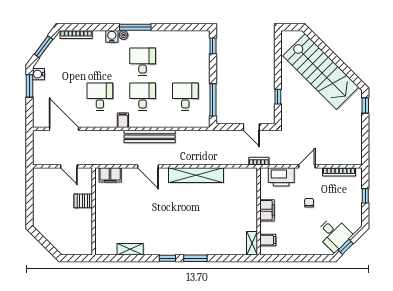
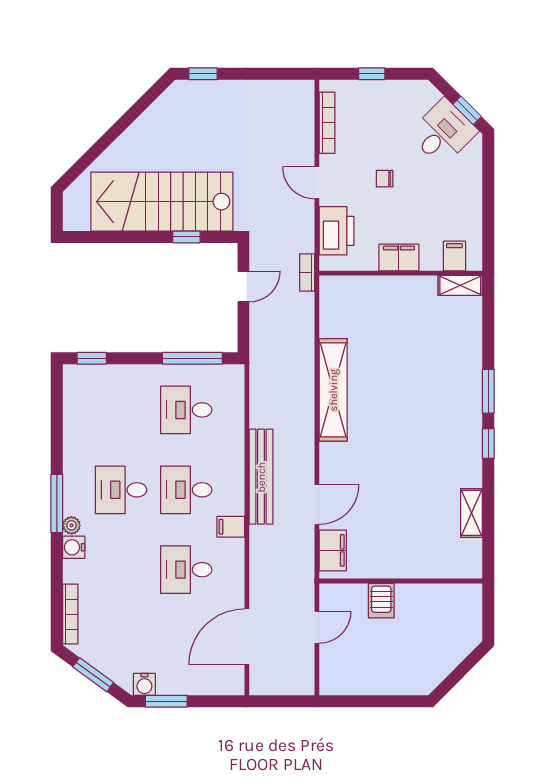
stairs: (321, 72) -> (162, 202), moved, turned -135
door: (148, 166) -> (317, 505), moved

